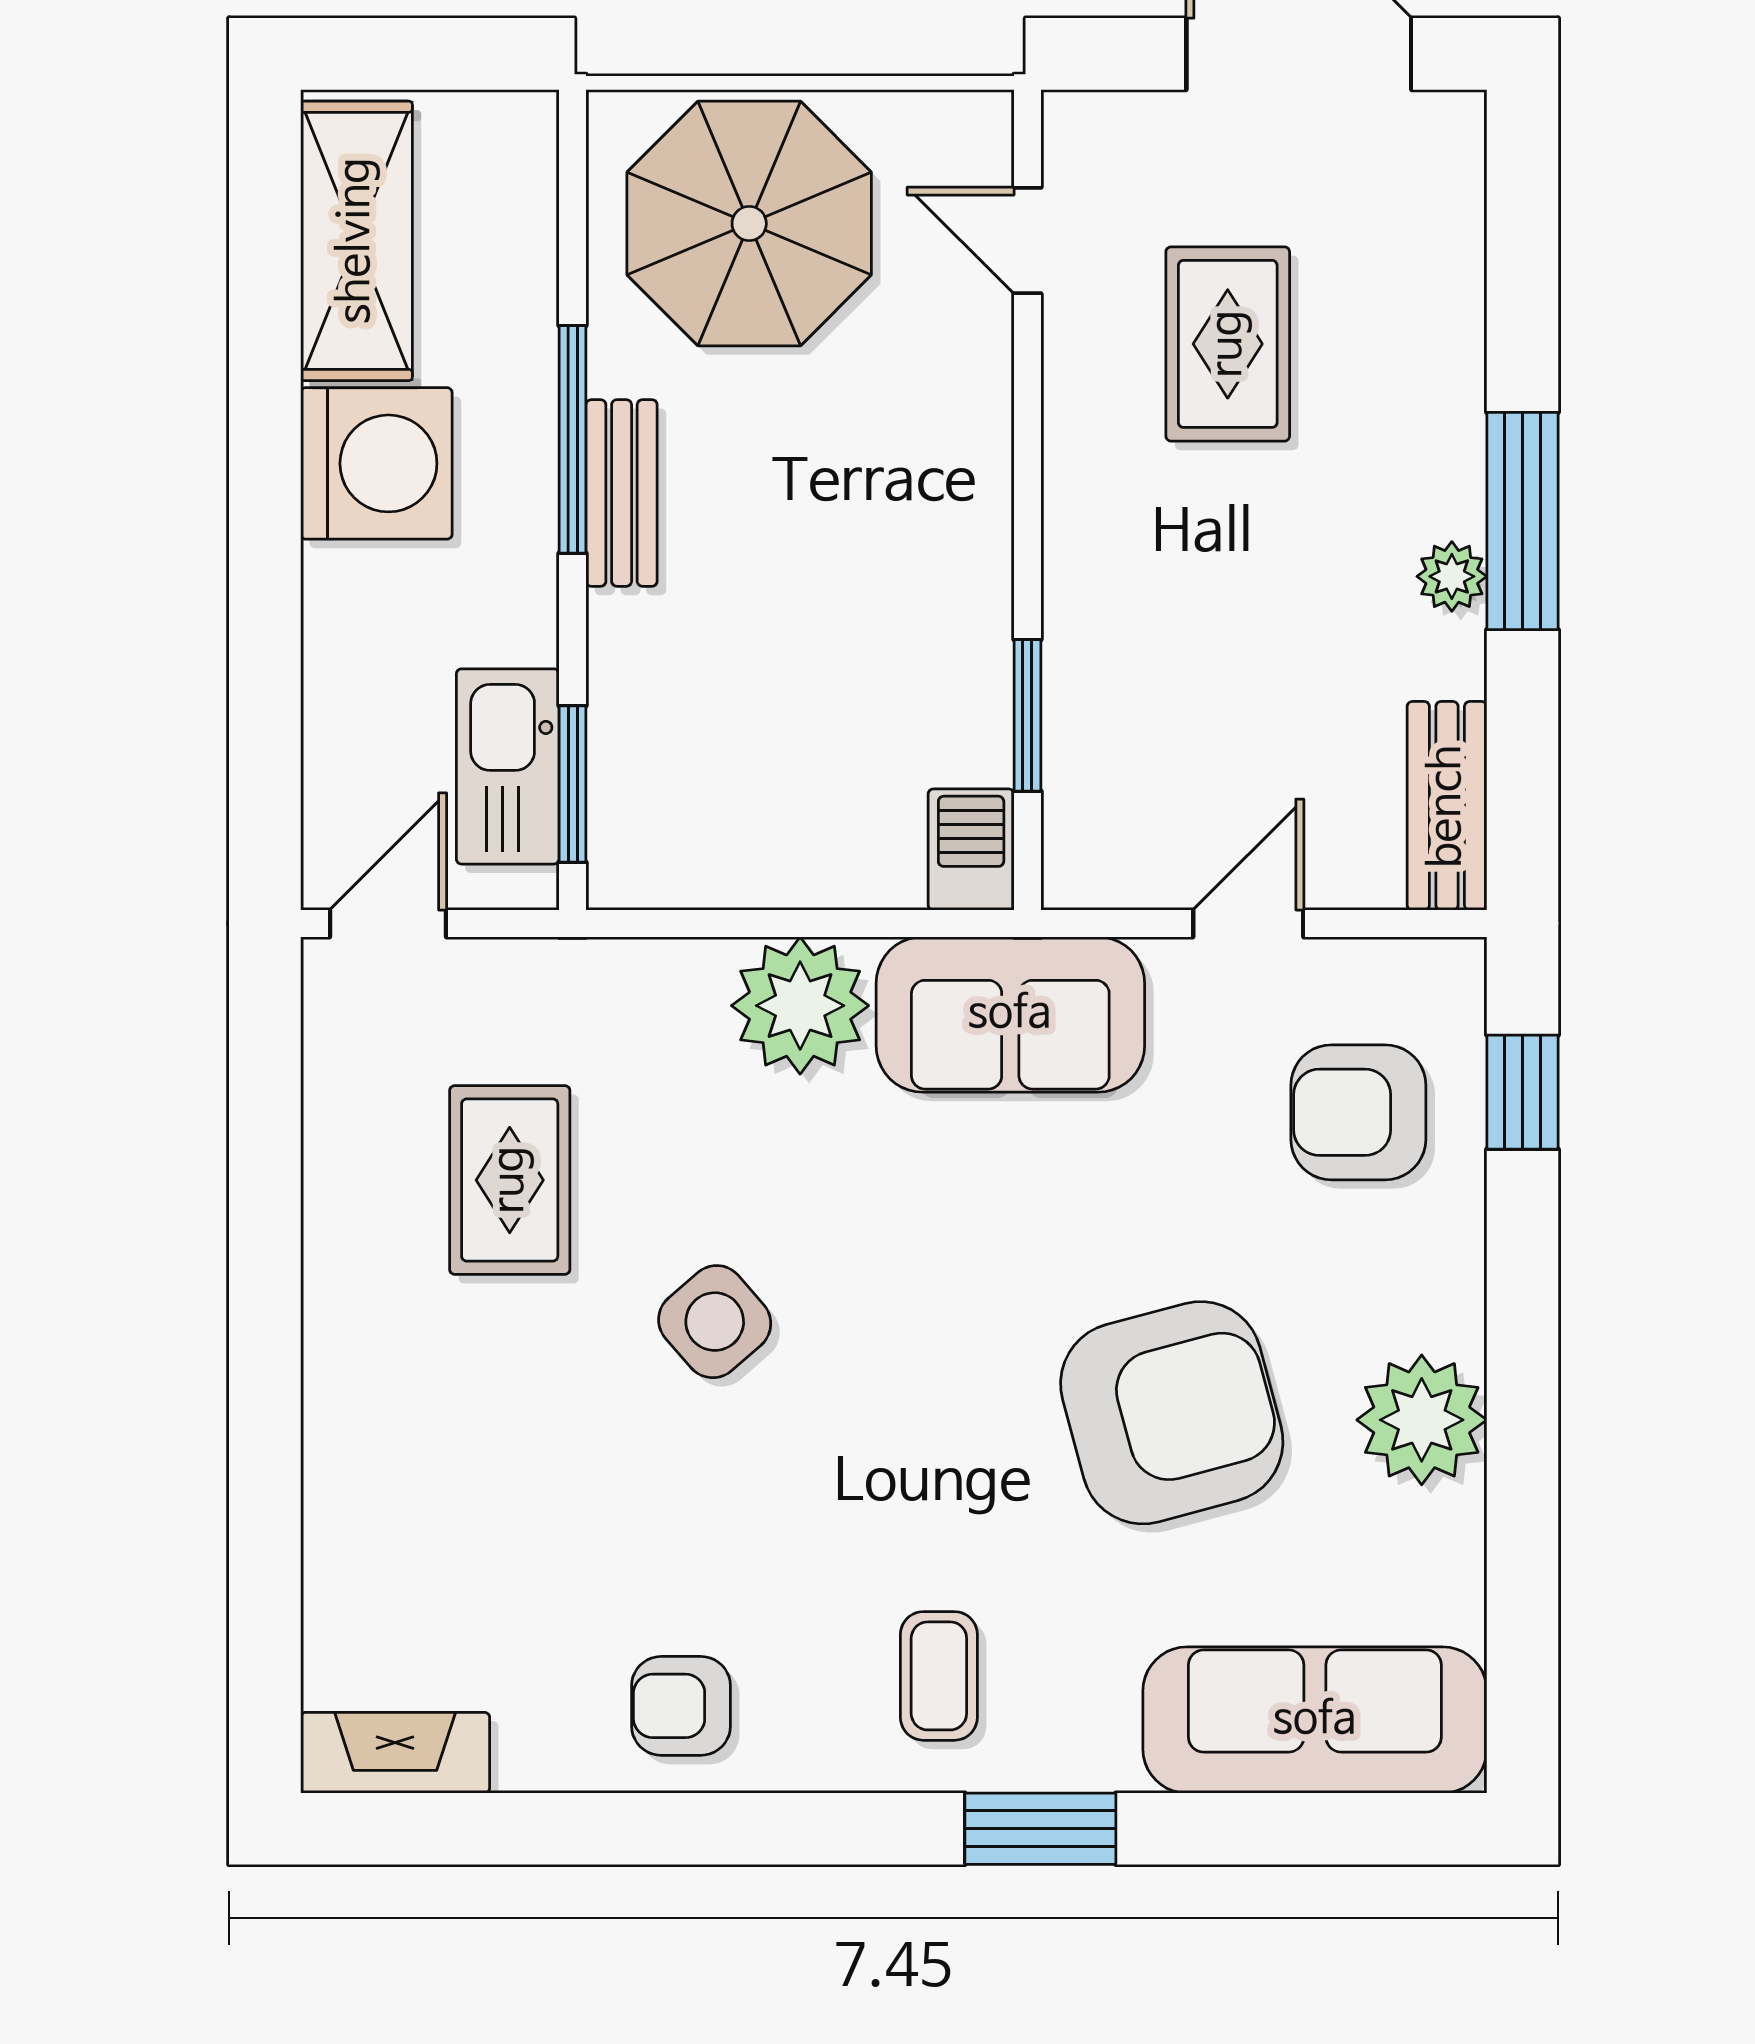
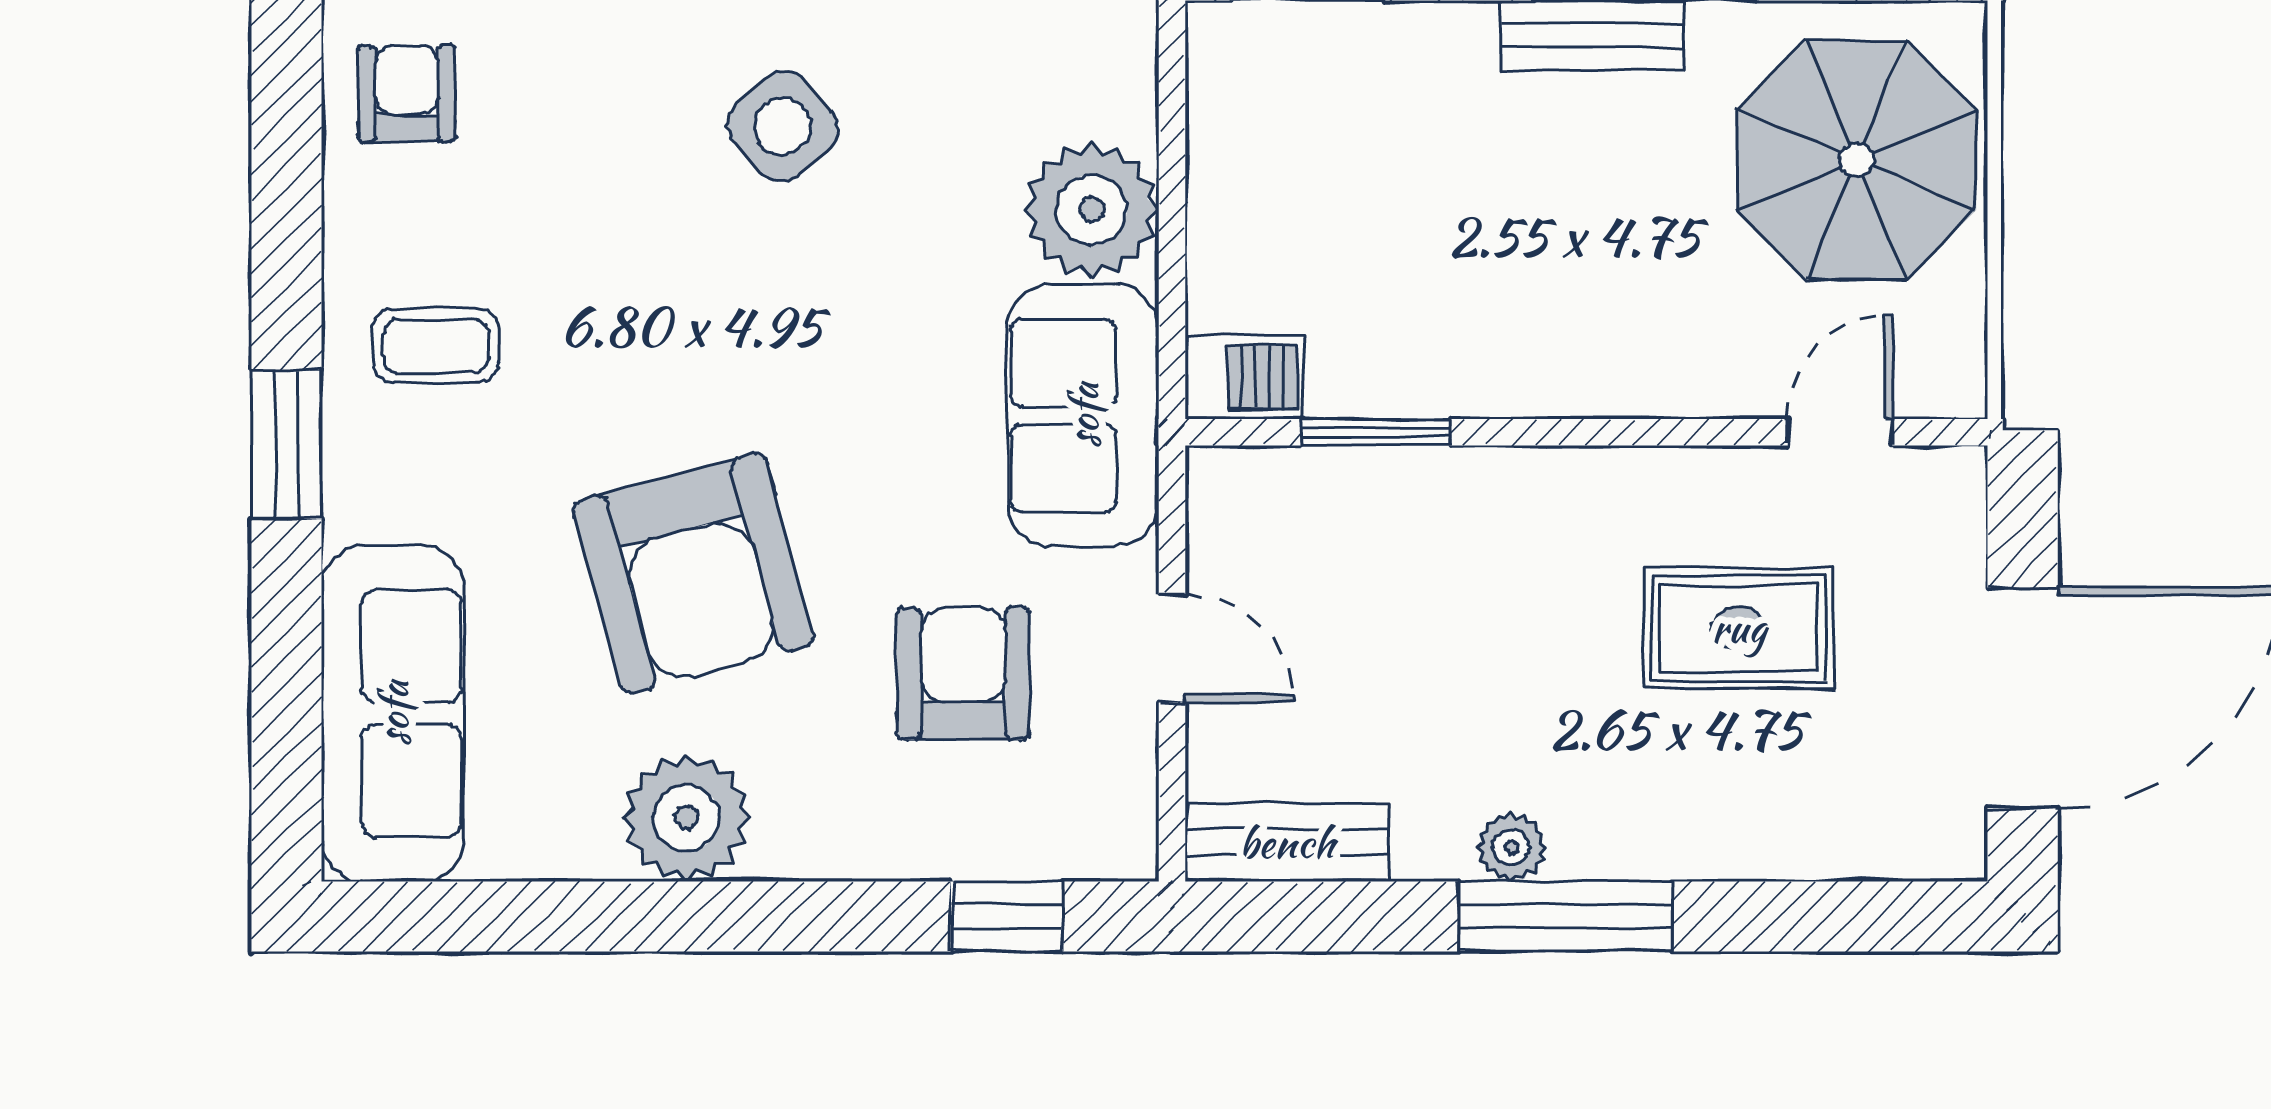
armchair: (1358, 1112) -> (963, 673), moved

